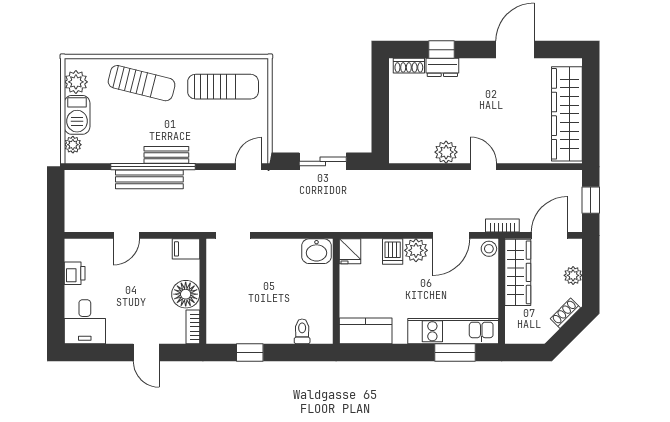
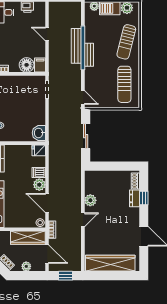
floor lamp: (186, 294) -> (27, 65), moved

